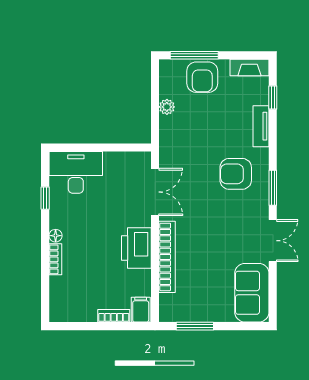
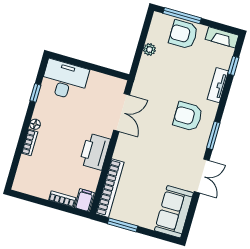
armchair: (202, 77) -> (183, 34), turned 90
bookcase: (167, 257) -> (110, 188), moved

